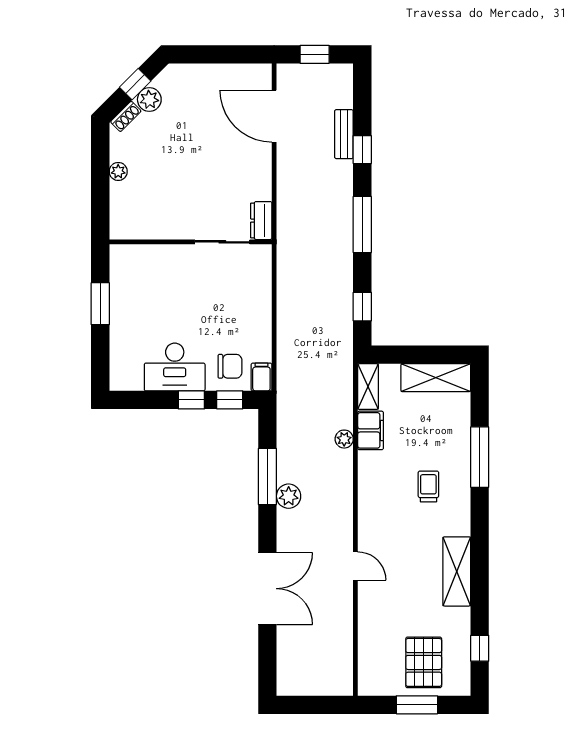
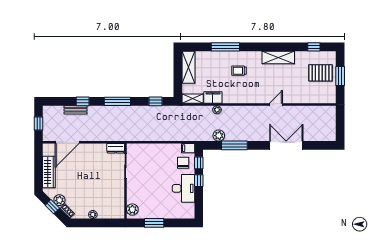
wardrobe: (210, 77) -> (49, 172), added
plant: (129, 257) -> (132, 210), added
plant: (289, 496) -> (219, 136), moved

